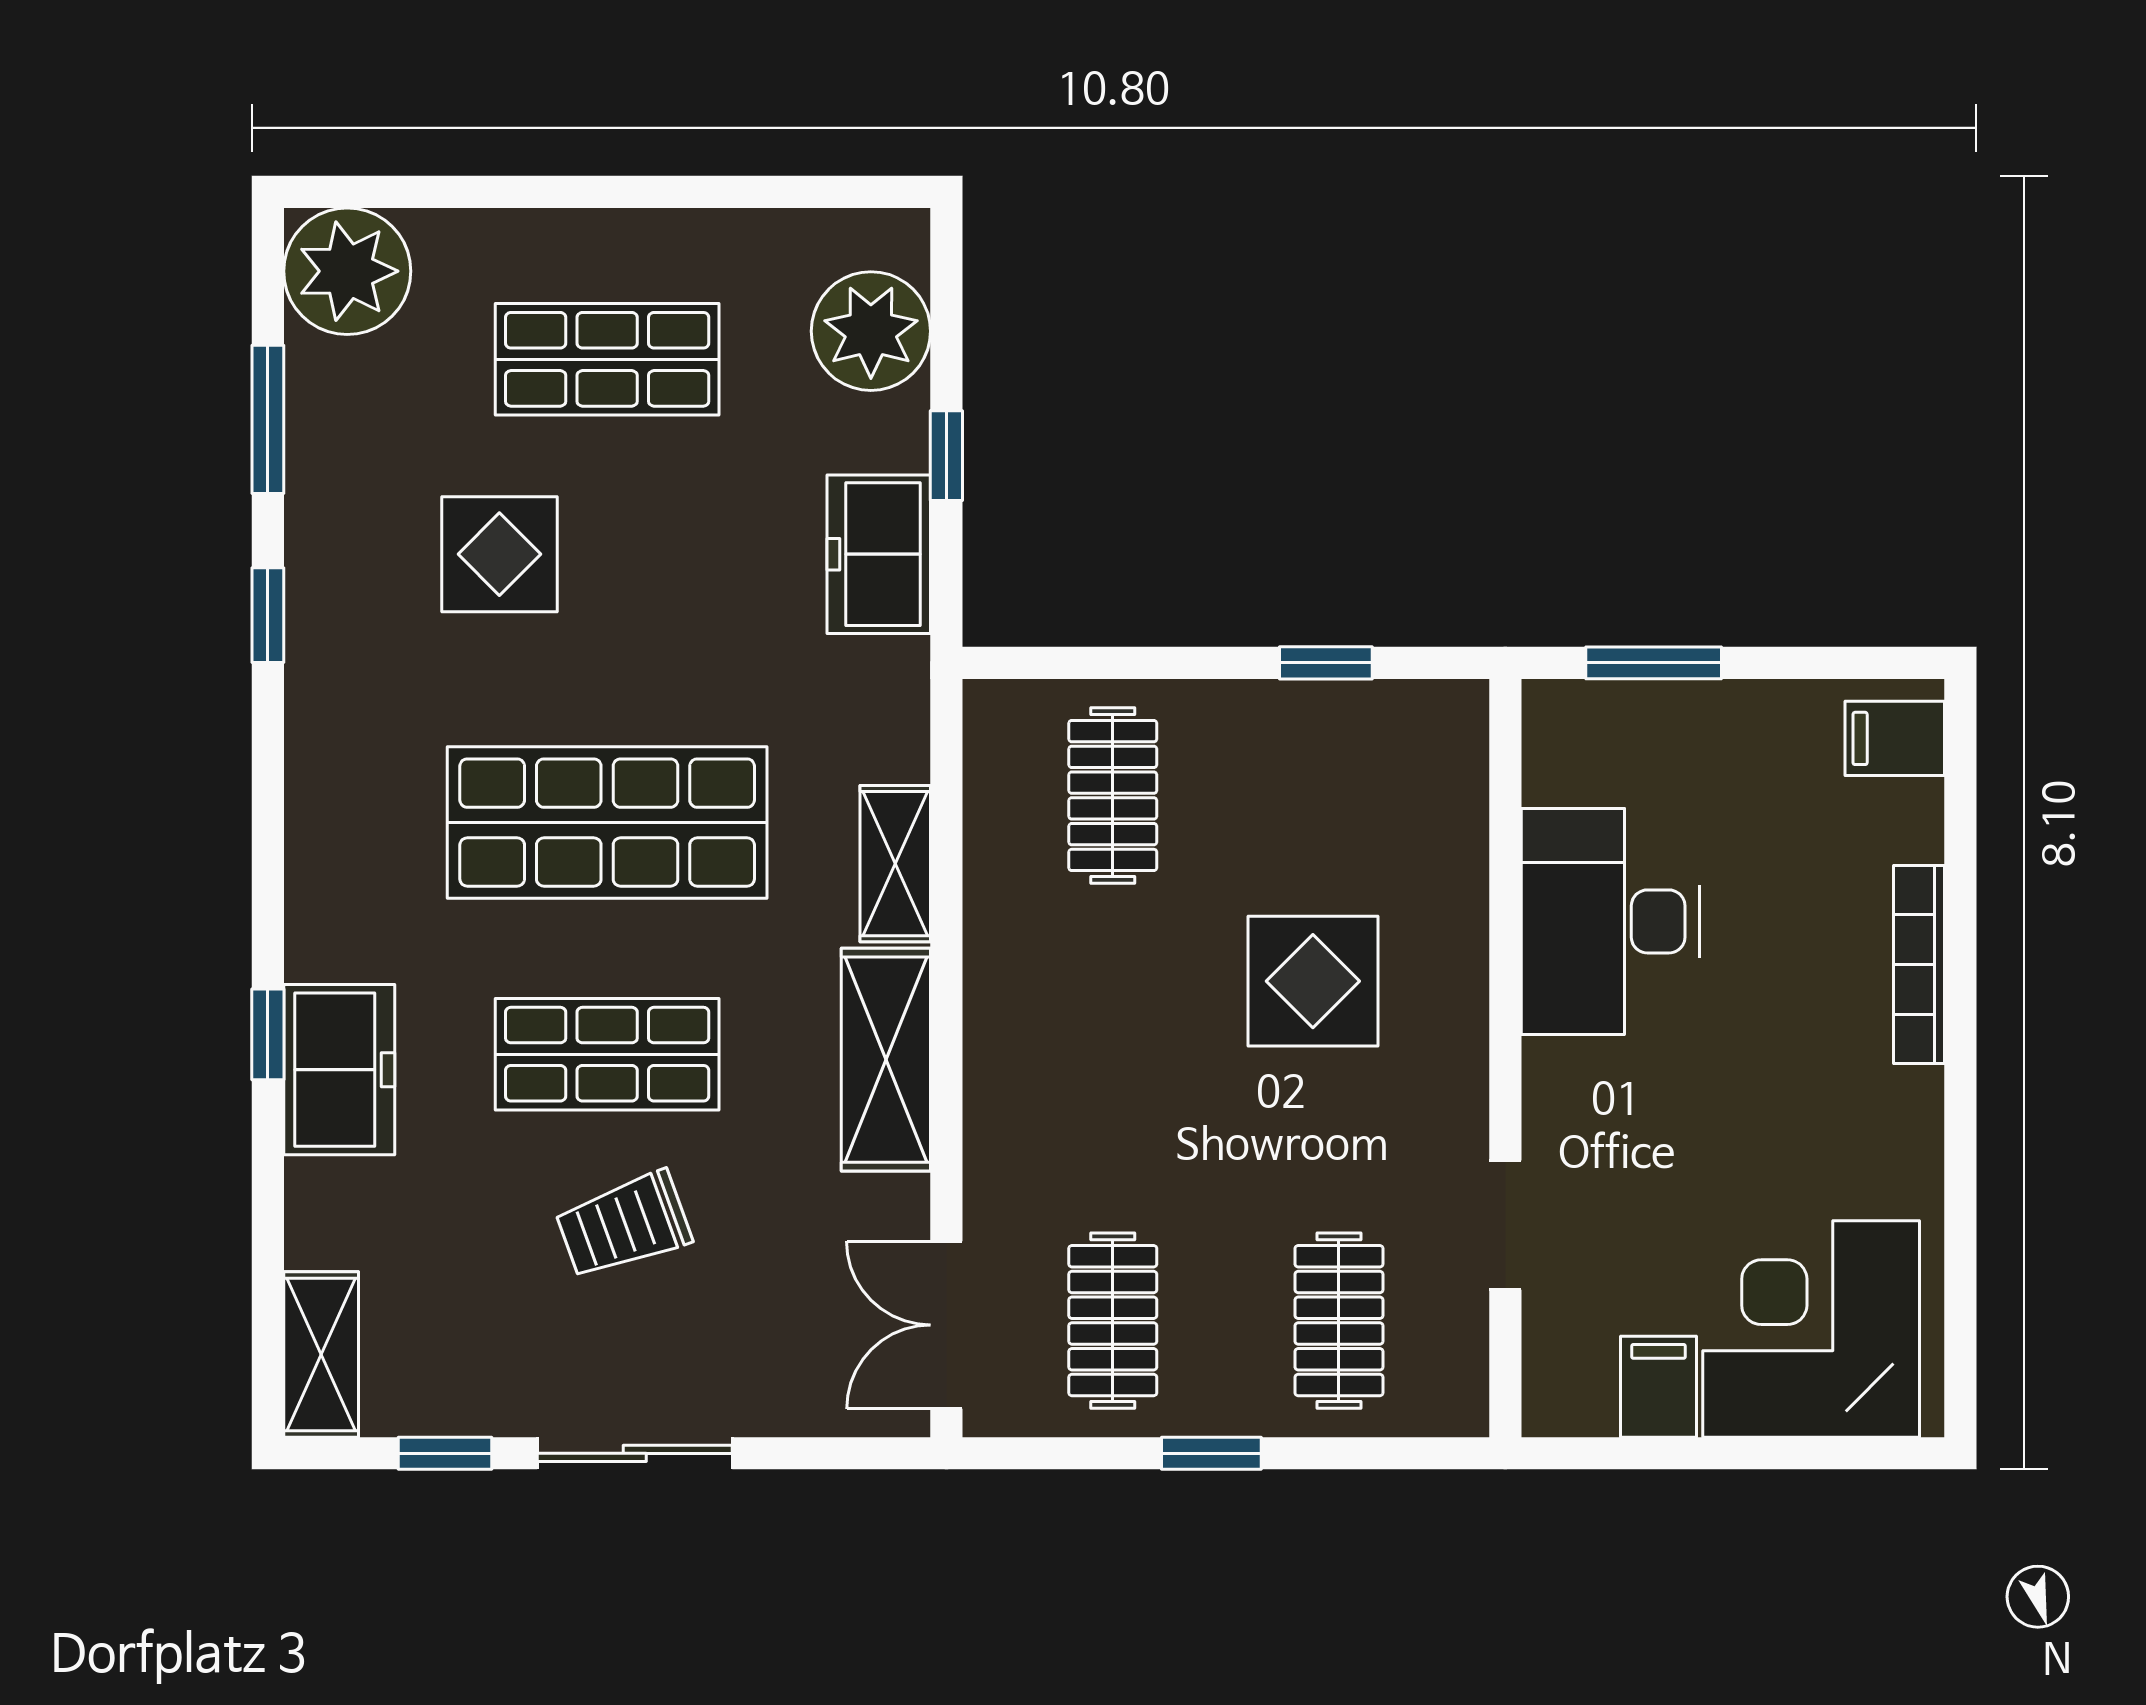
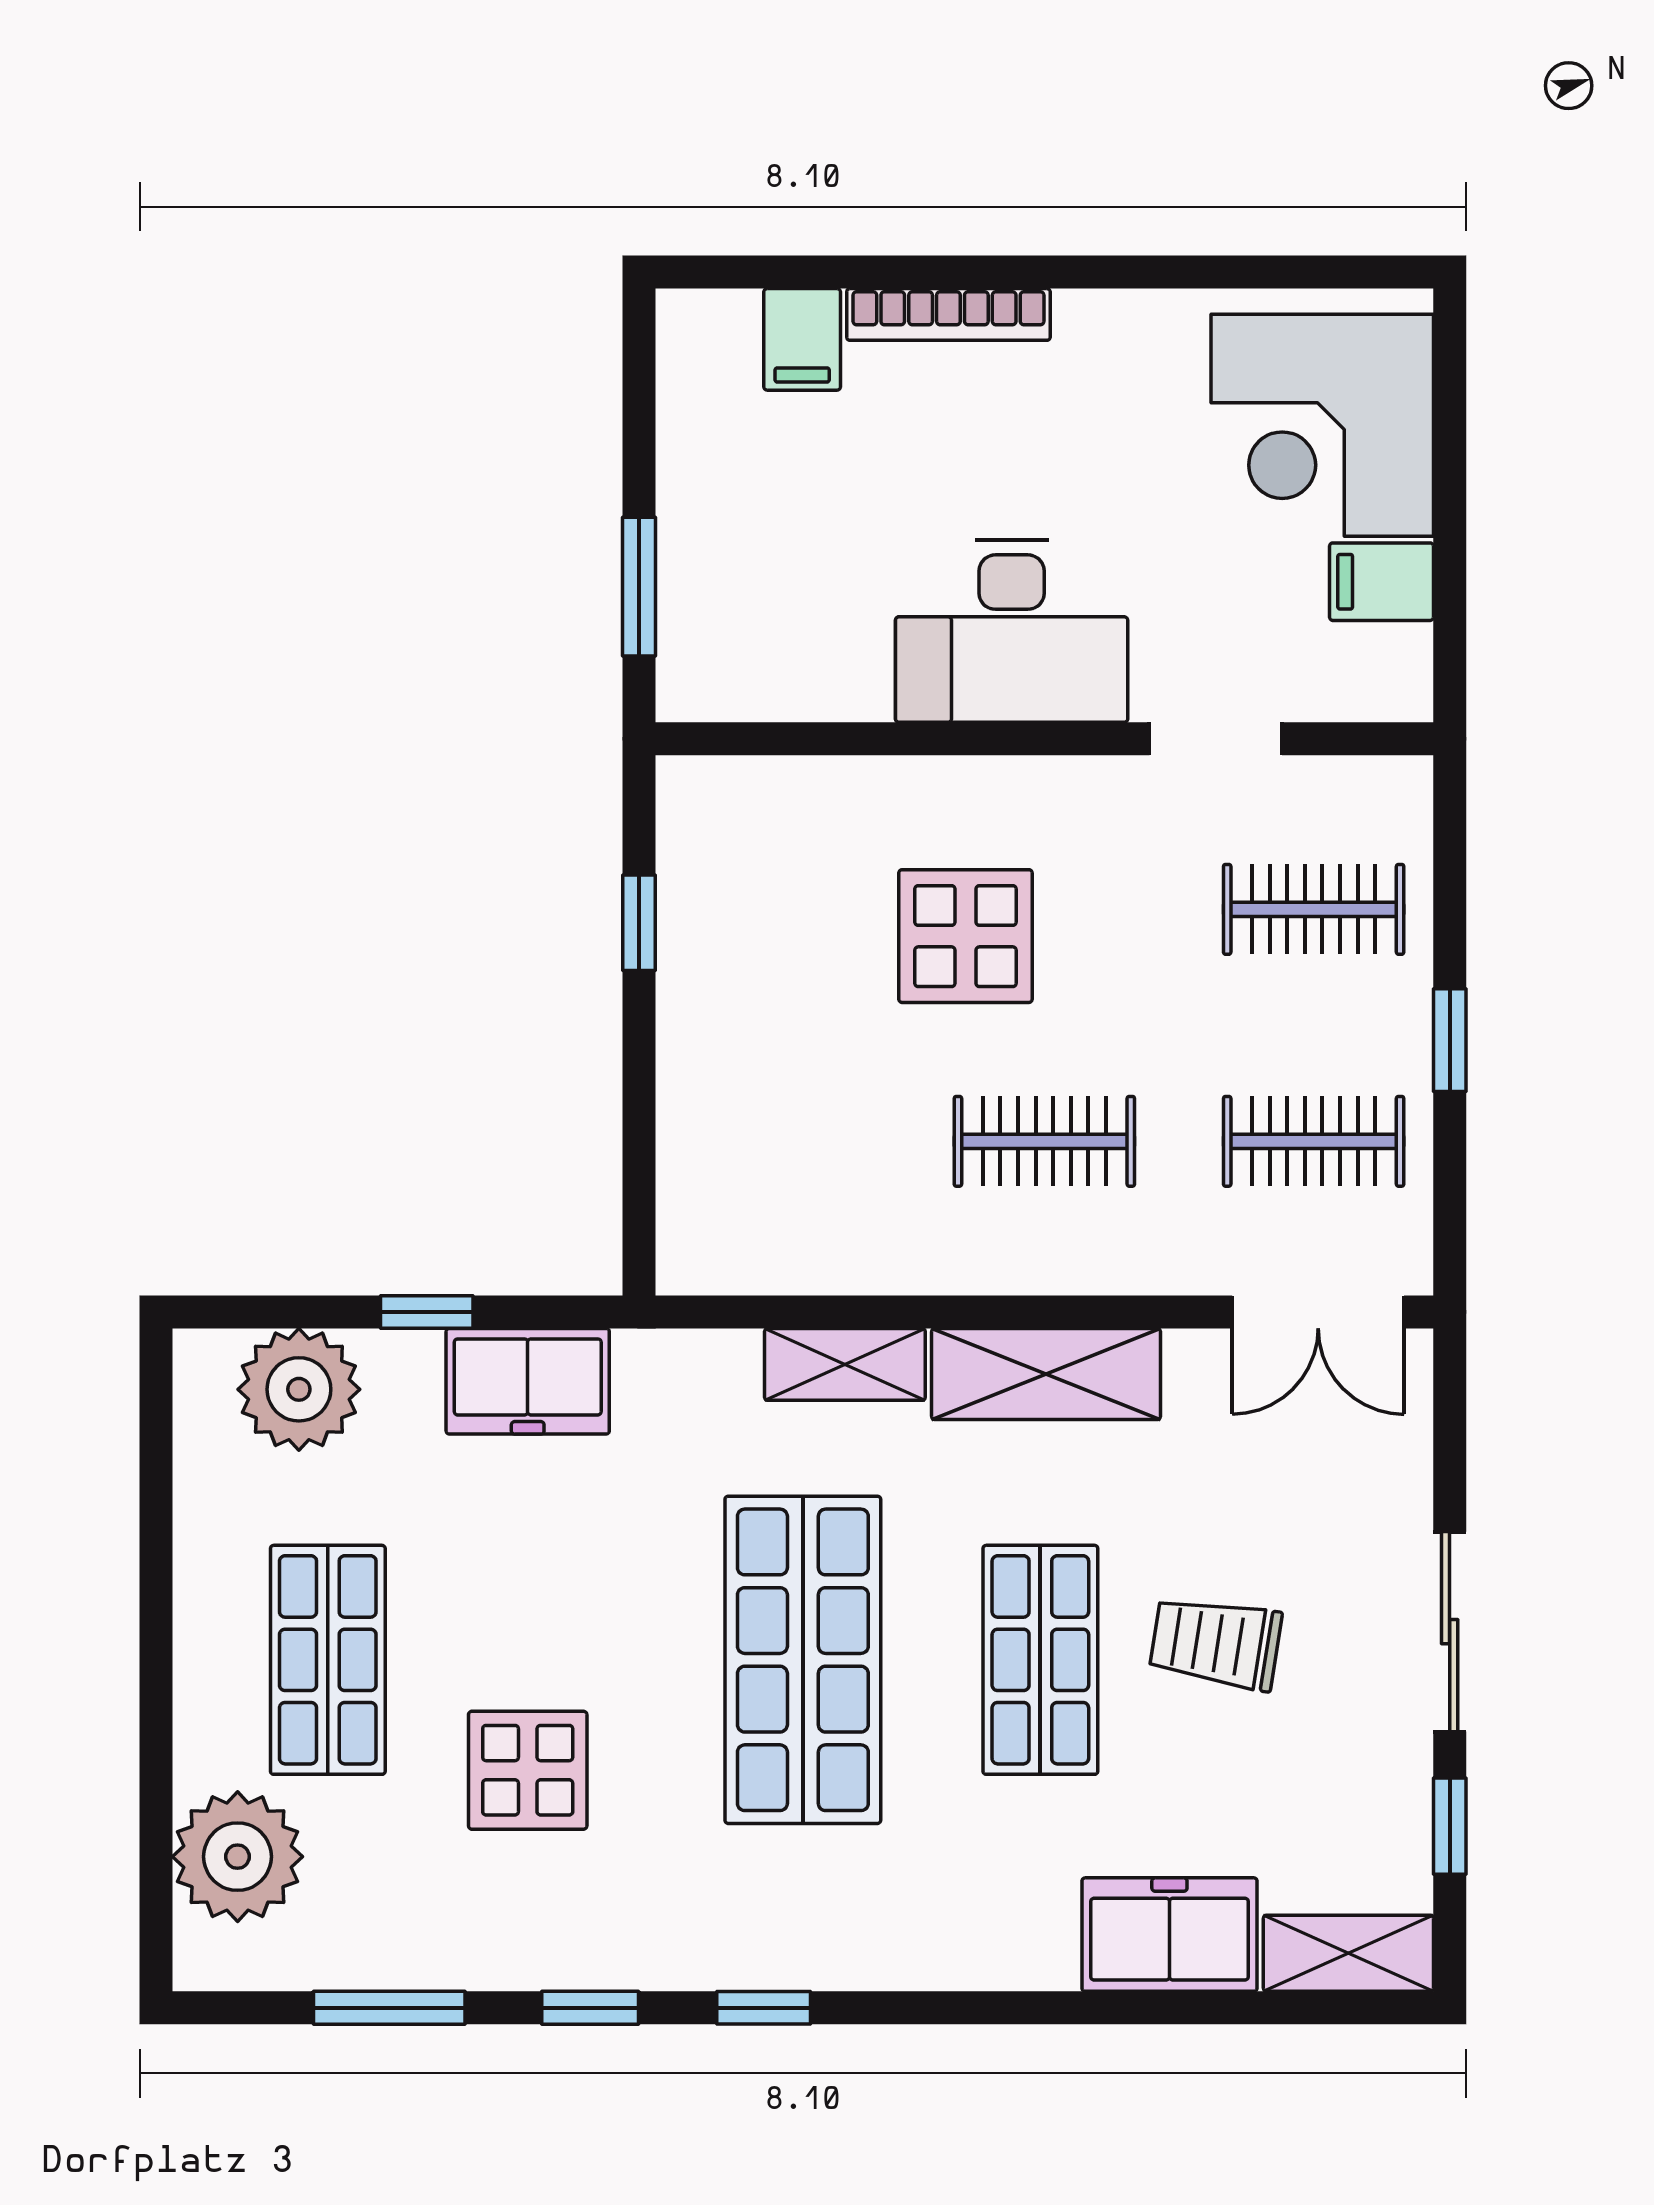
plant: (347, 271) -> (238, 1857), moved
filing cabinet: (1895, 738) -> (802, 339), moved
clothes rail: (1113, 796) -> (1044, 1141), moved
desk: (1610, 921) -> (1012, 631), moved
window: (268, 1034) -> (764, 2008), moved
freezer: (339, 1070) -> (1169, 1935), moved
trolley: (624, 1225) -> (1216, 1643), turned 119

